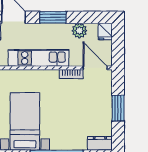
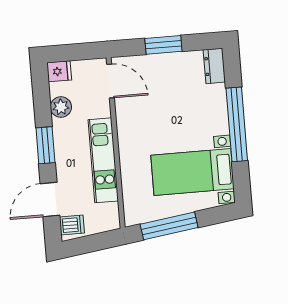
door: (95, 68) -> (111, 81), swing flipped
bookcase: (71, 74) -> (122, 113), removed

